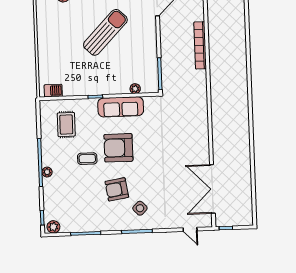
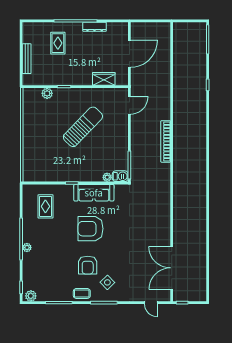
barbecue: (53, 91) -> (120, 176), moved
coffee table: (87, 159) -> (82, 293), moved
armchair: (117, 189) -> (88, 265), turned -81

